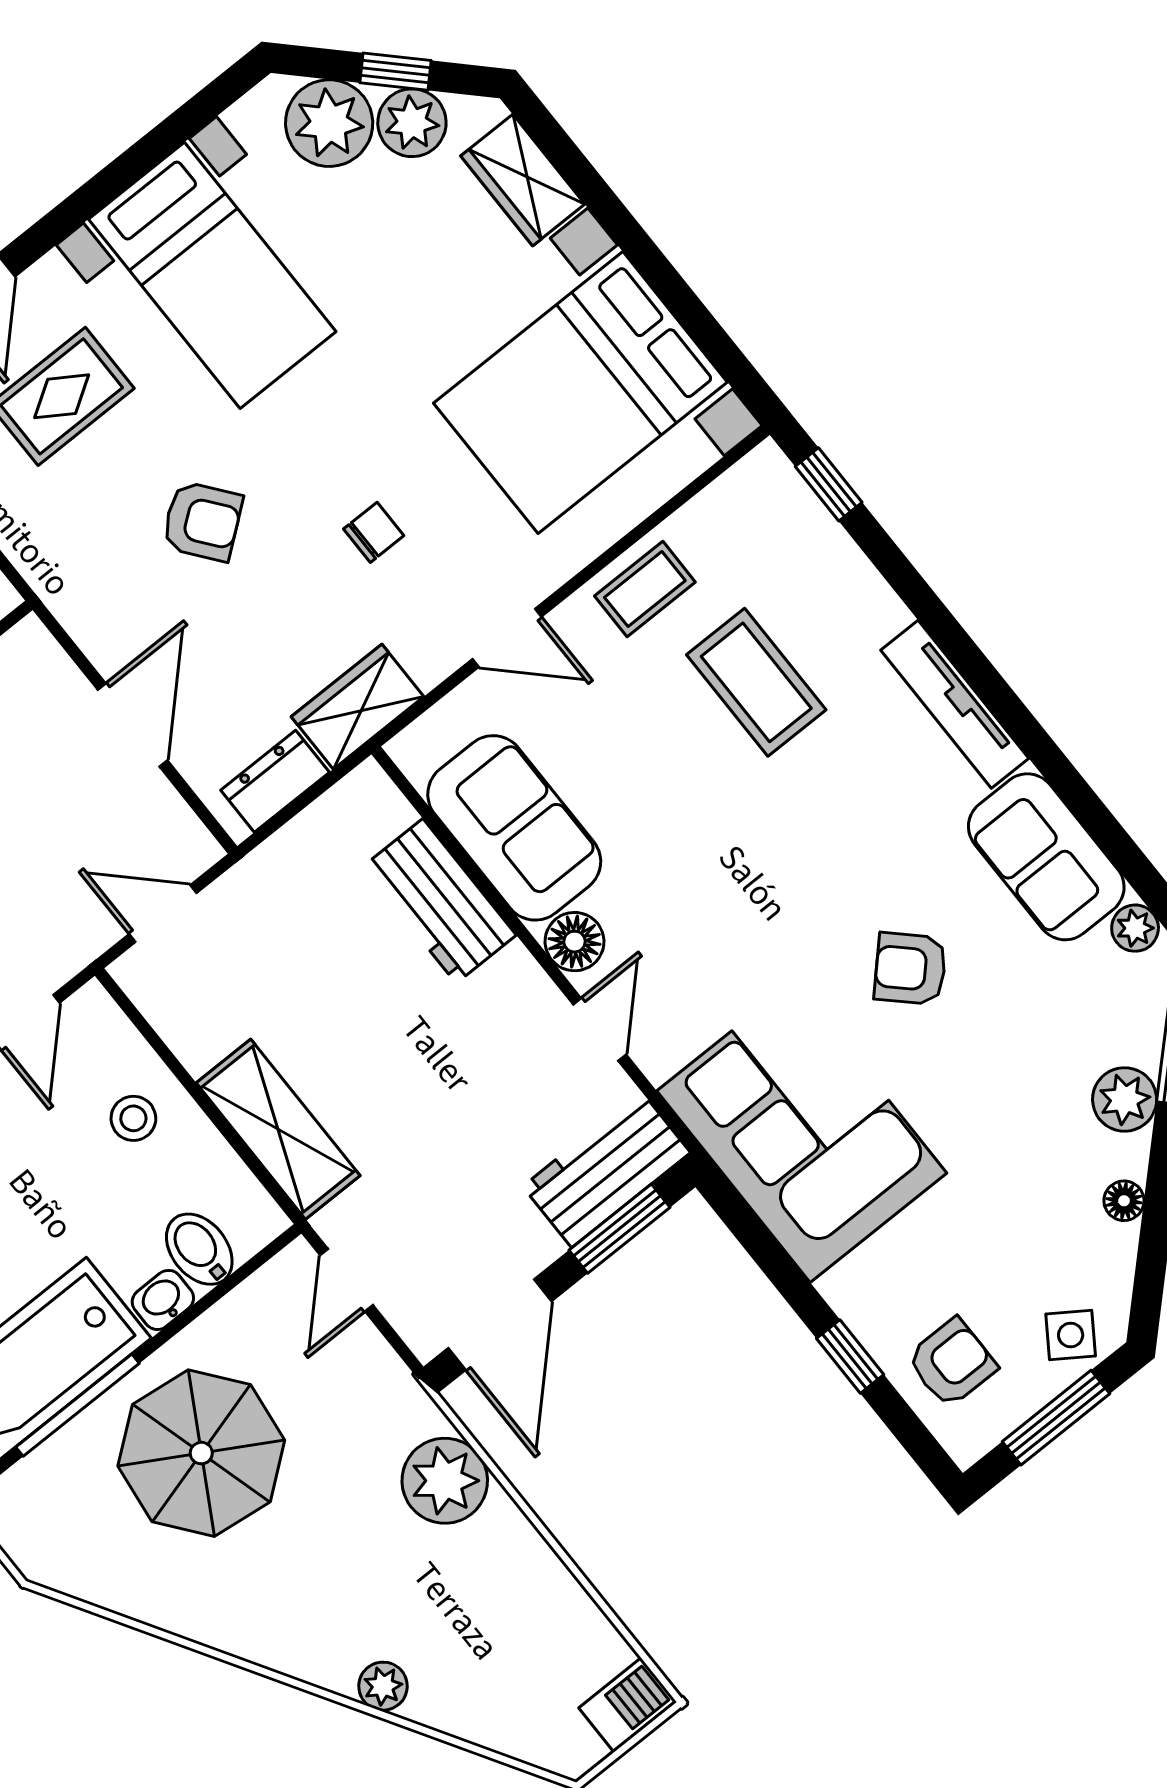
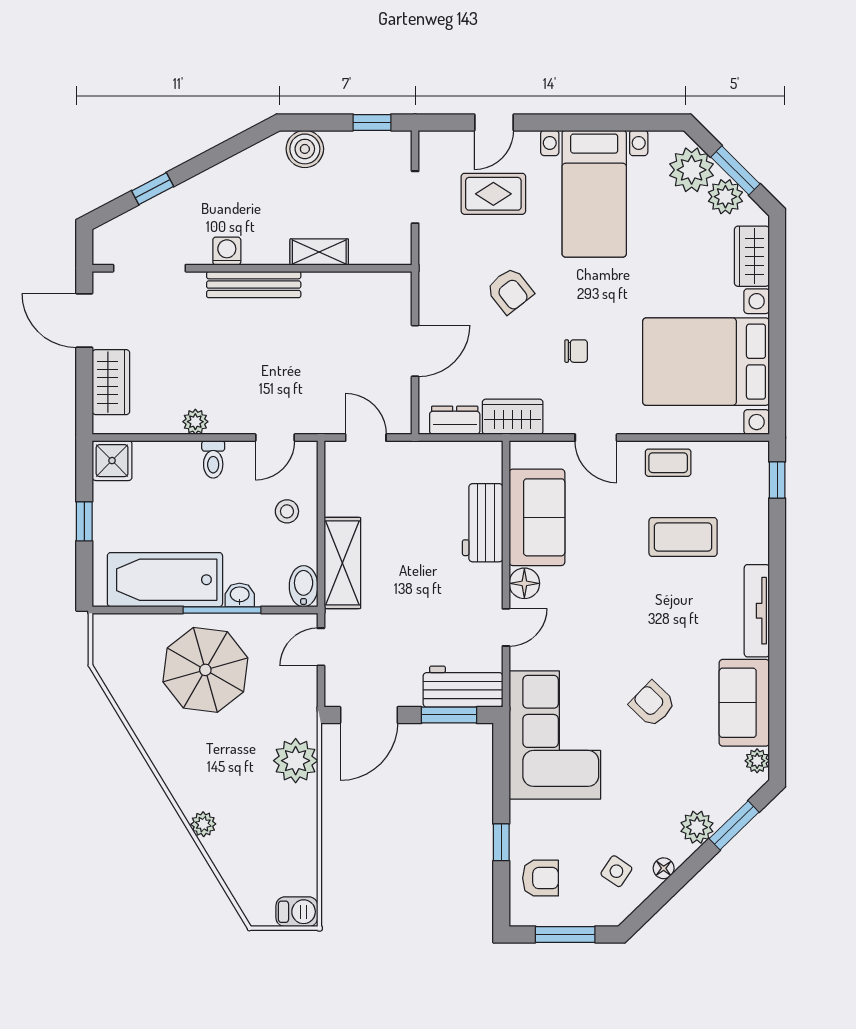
window: (395, 72) -> (735, 170), width x1.50
coffee table: (756, 682) -> (683, 537), turned 90
bidet: (199, 1249) -> (304, 586), moved
side table: (1071, 1335) -> (616, 871), moved
window: (77, 1405) -> (222, 610), moved

